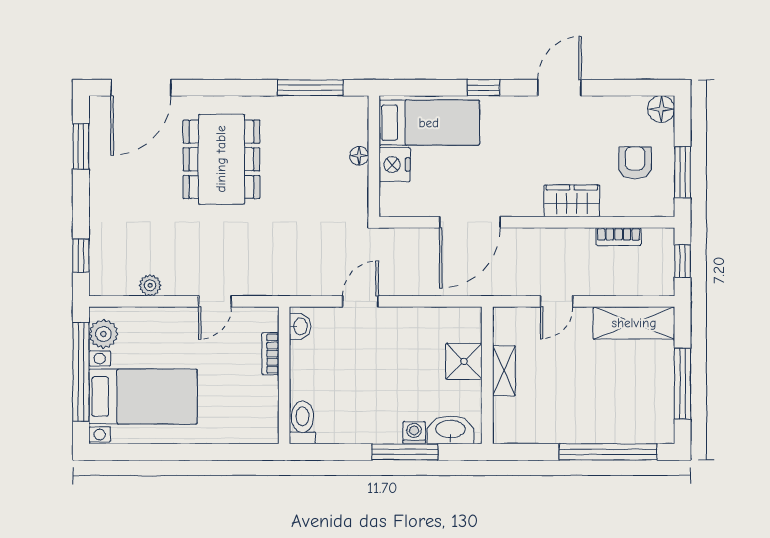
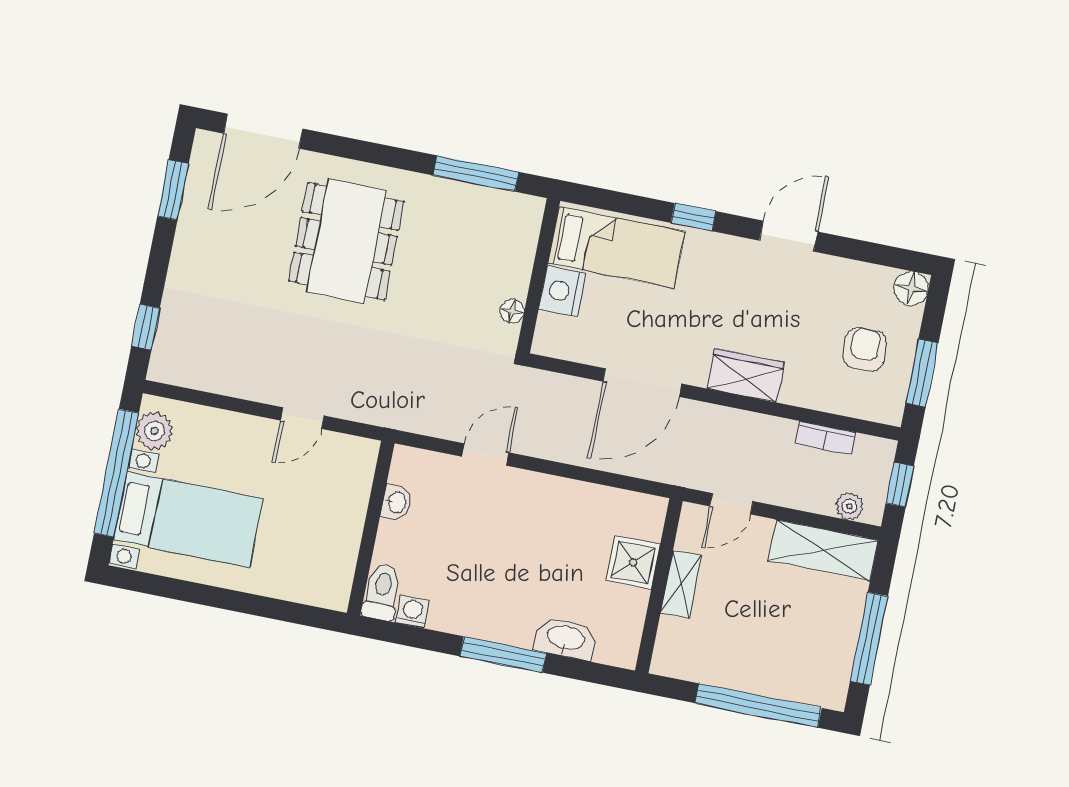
floor lamp: (359, 156) -> (512, 311), moved
wardrobe: (572, 201) -> (745, 375), moved
plant: (150, 285) -> (850, 506), moved
washbasin: (300, 326) -> (397, 502), moved
bookcase: (270, 354) -> (359, 497), removed
shower: (464, 361) -> (633, 562), moved
shelving: (504, 371) -> (681, 584), moved
wall: (487, 375) -> (659, 586), moved
washing machine: (414, 433) -> (413, 611), moved

